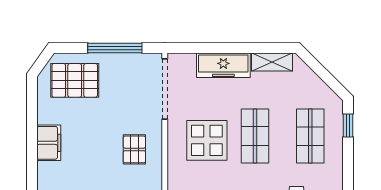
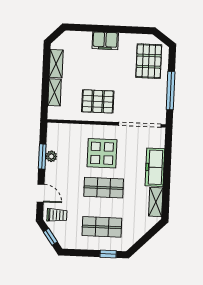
pallet: (134, 149) -> (98, 101), width x1.50, depth x1.42

